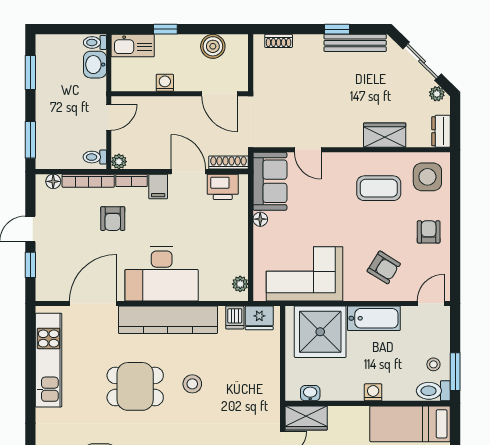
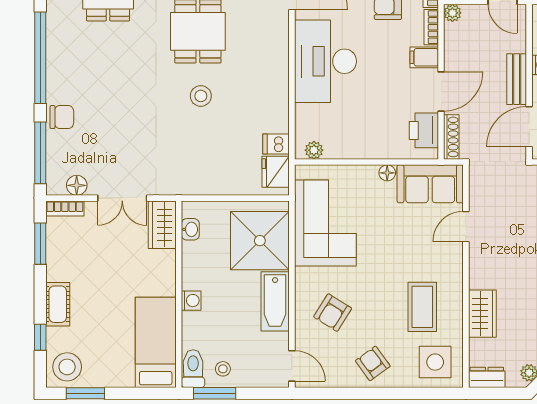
bench: (177, 105) -> (517, 79), added
armchair: (429, 232) -> (373, 363), turned -126
kitchen counter: (168, 320) -> (273, 68), removed

